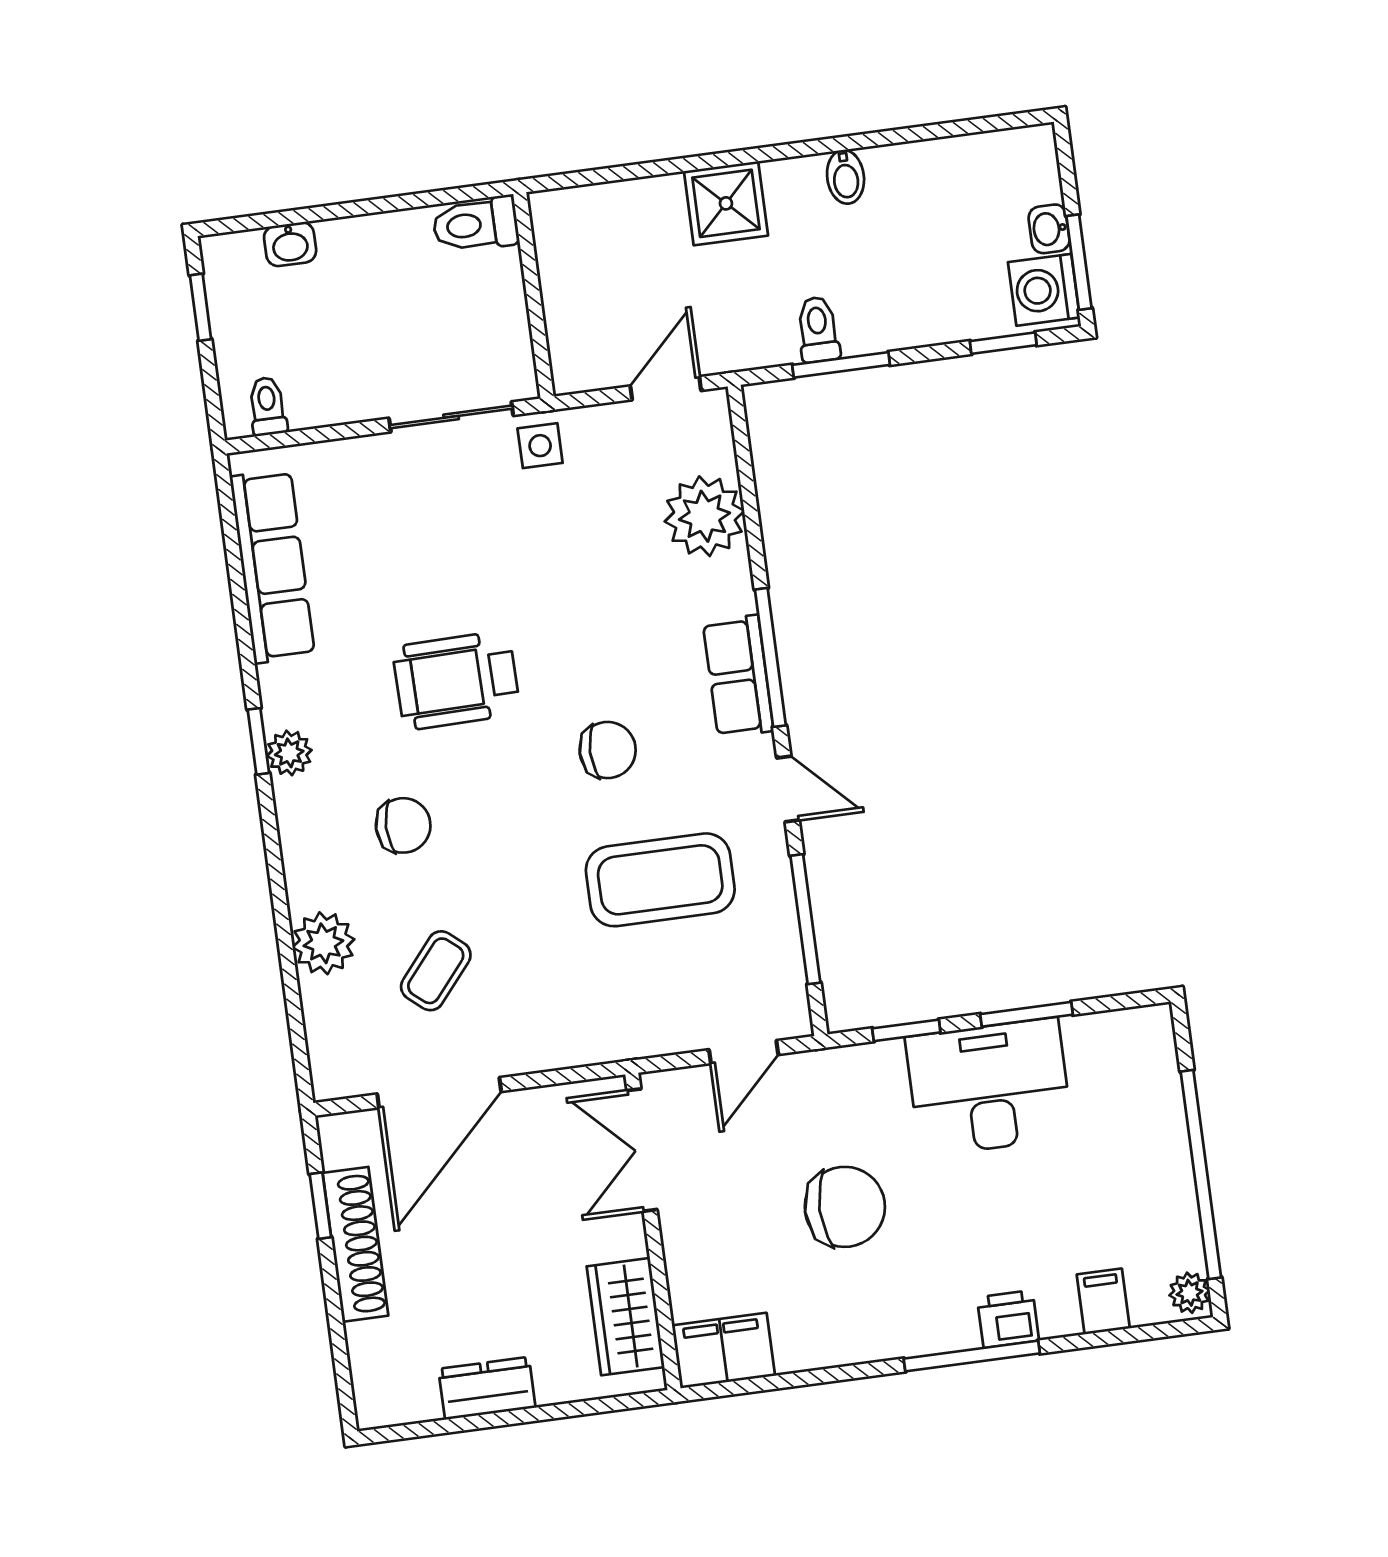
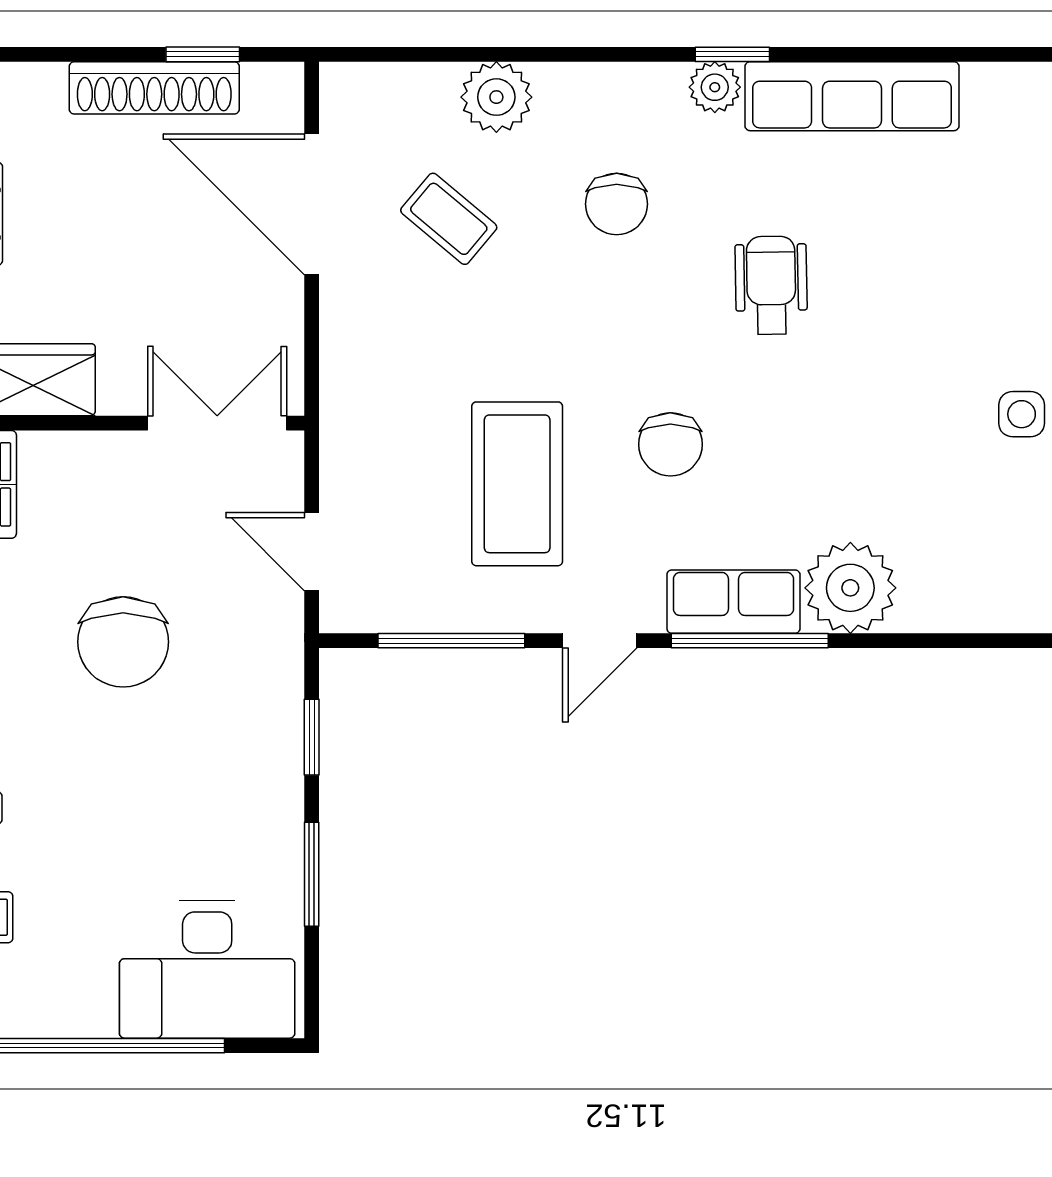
plant: (704, 516) -> (850, 588), moved
row of seats: (272, 566) -> (852, 96), moved
wheelchair: (456, 680) -> (771, 285), width x0.73, depth x0.73
desk: (989, 1087) -> (207, 970), moved, turned 90

